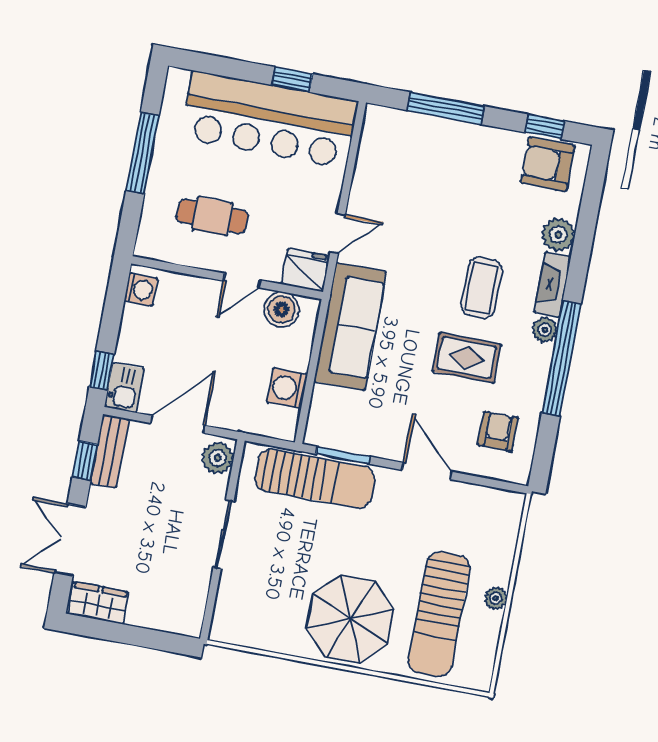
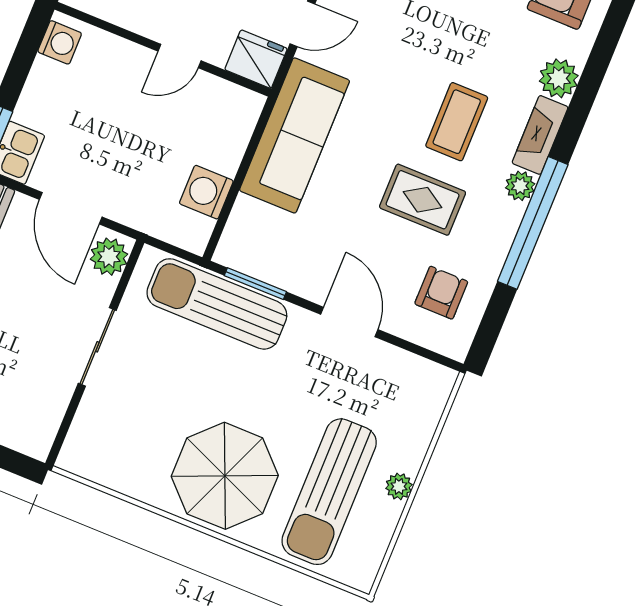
boiler: (281, 309) -> (219, 99), removed
door: (178, 424) -> (71, 208), swing flipped
sun lounger: (315, 479) -> (217, 304), turned 180

